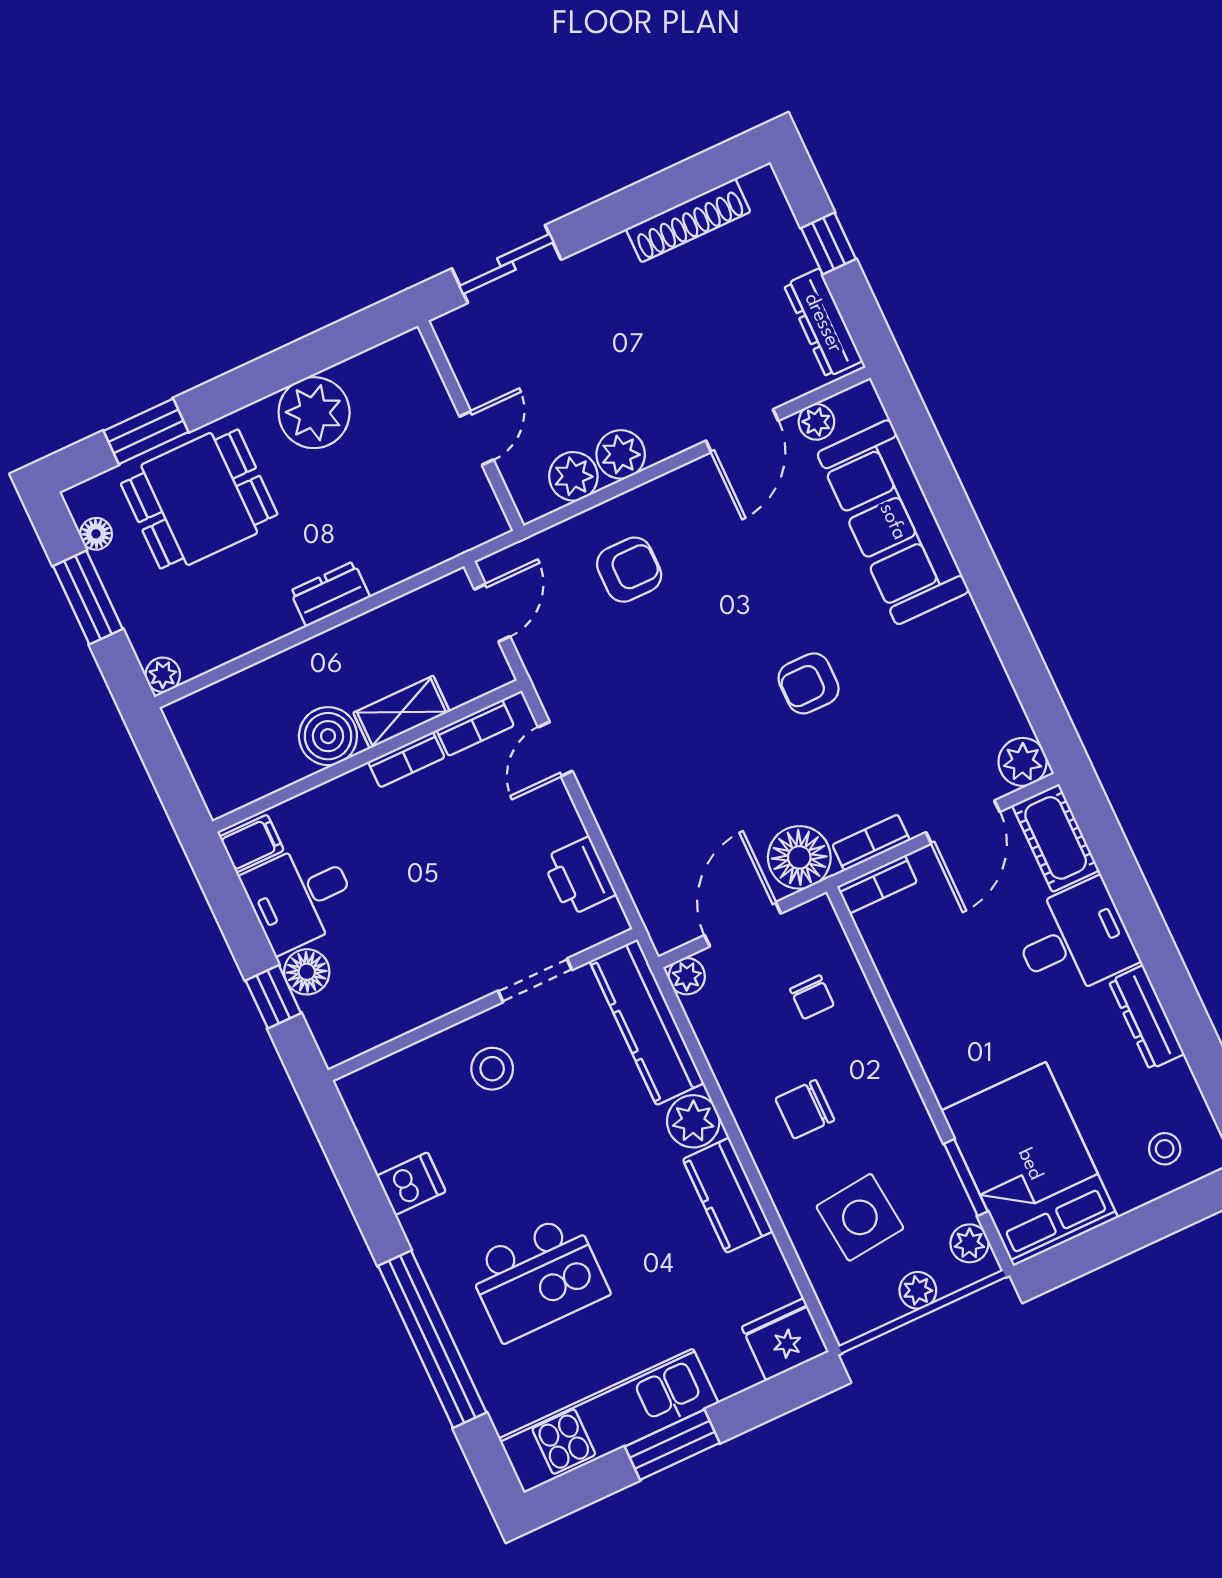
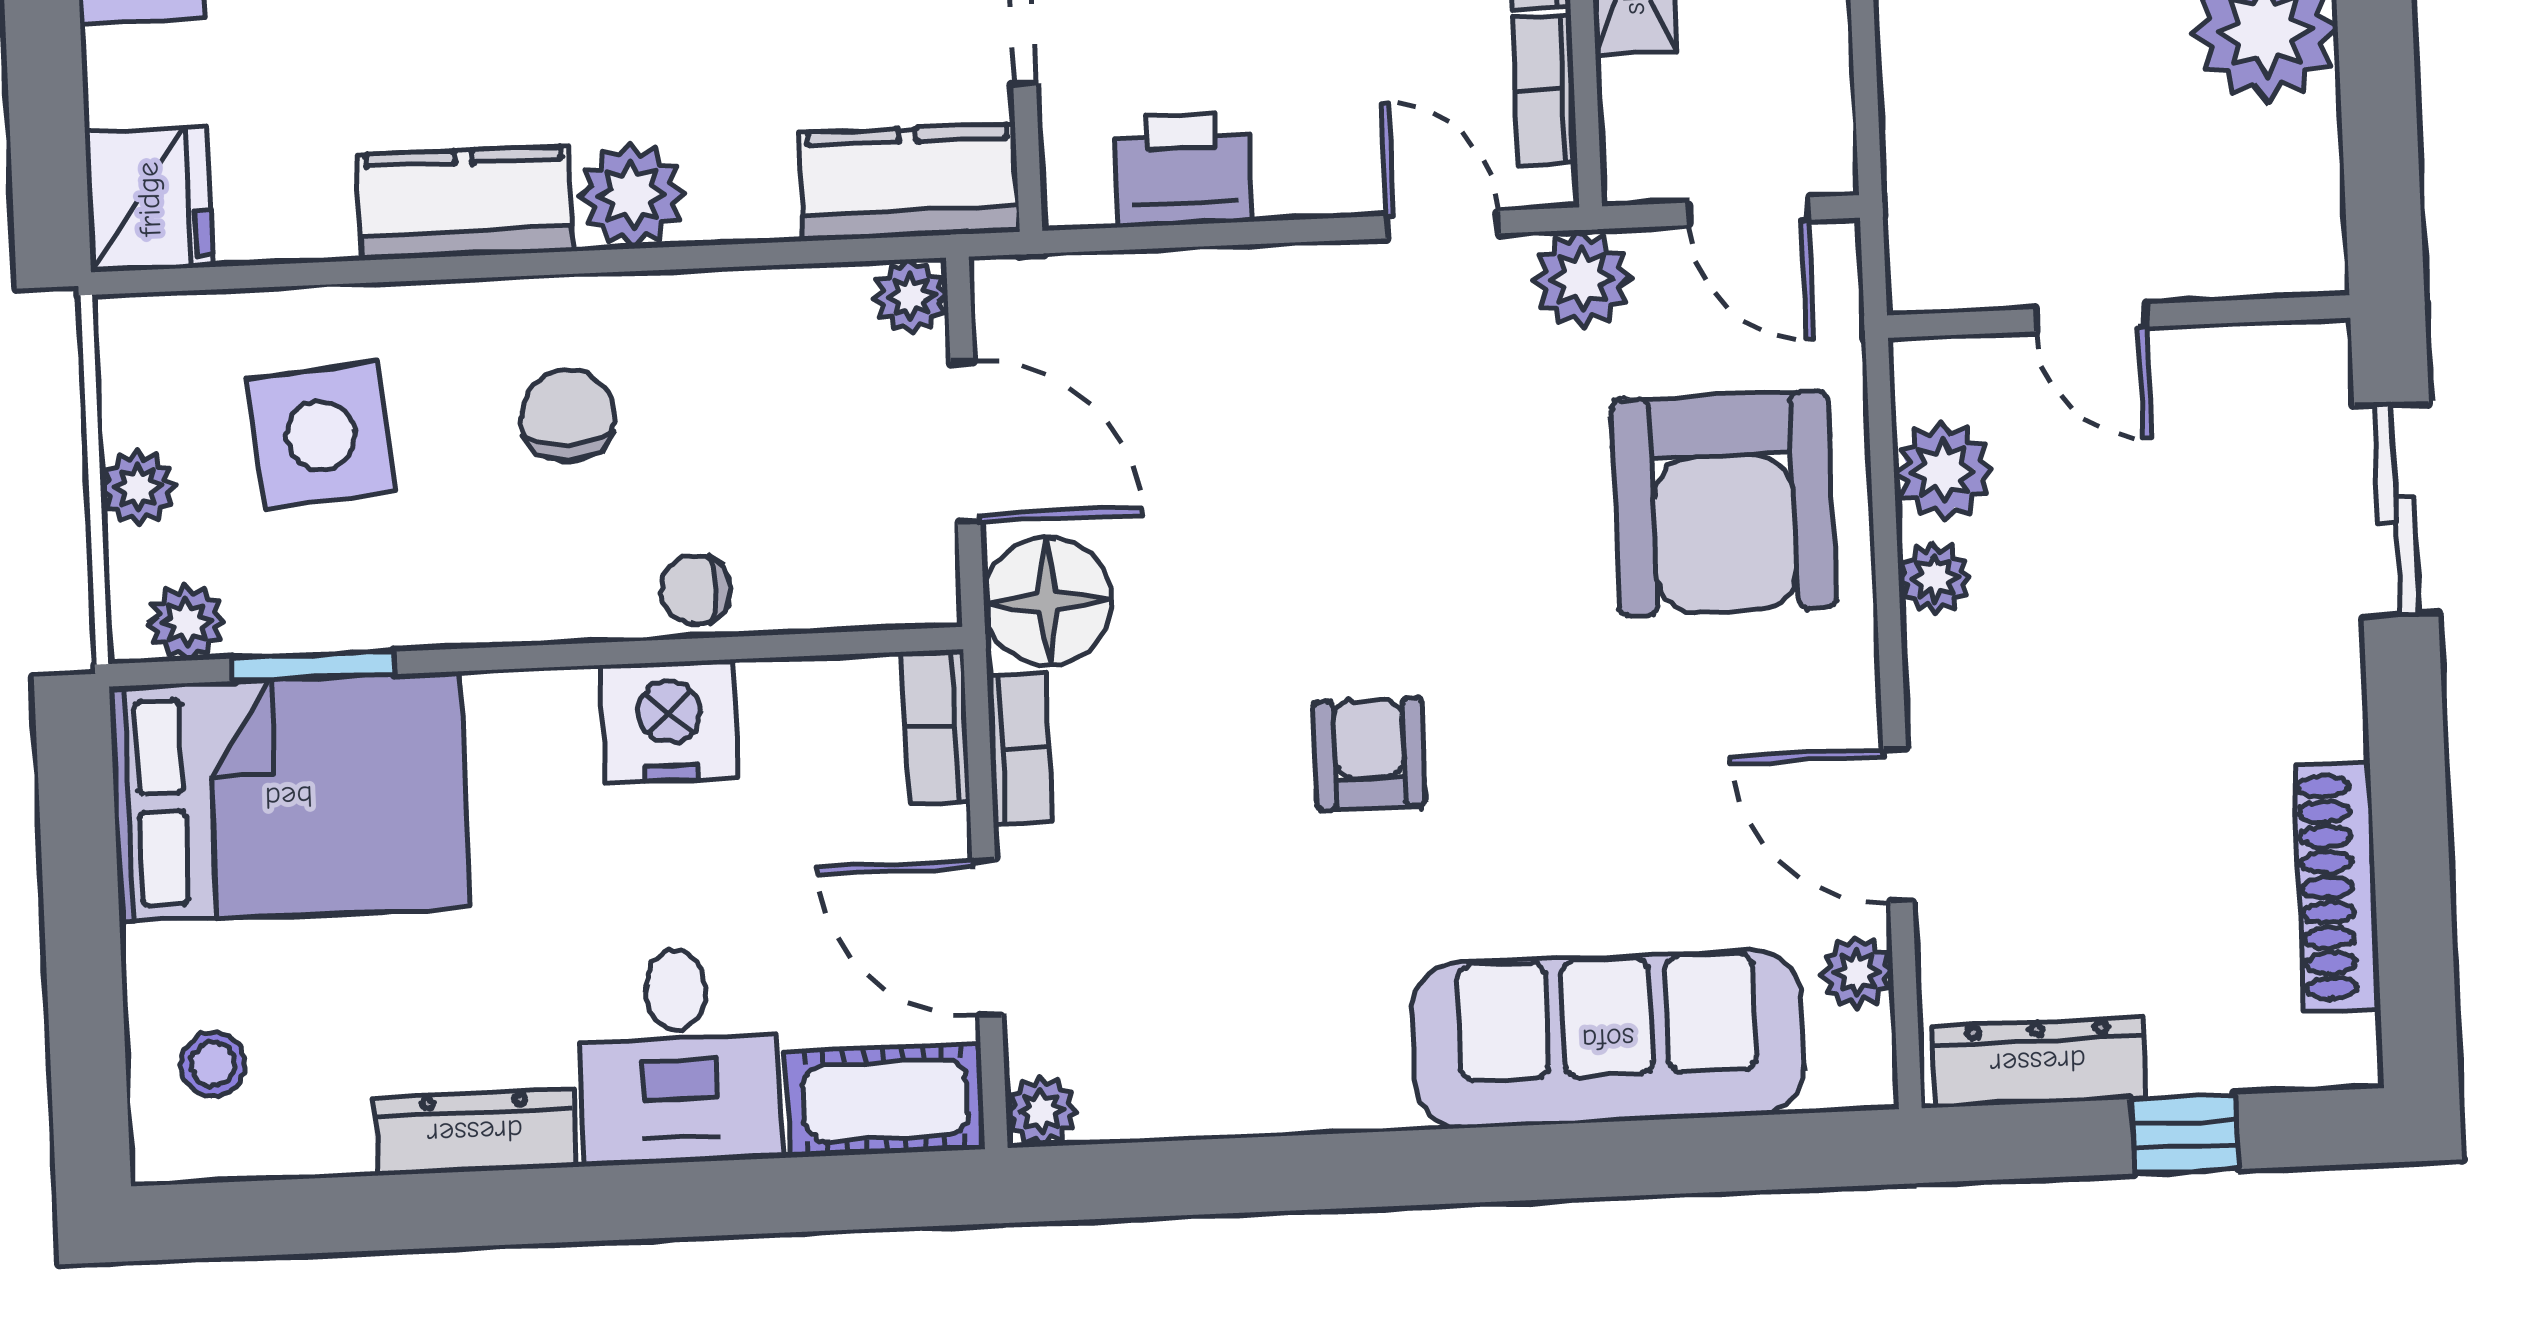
plant: (621, 454) -> (1934, 578), width x0.73, depth x0.73
armchair: (629, 570) -> (1724, 504), width x1.88, depth x1.88
plant: (554, 676) -> (1582, 279), added
plant: (1023, 762) -> (1042, 1111), width x0.73, depth x0.73
chair: (812, 997) -> (696, 590), moved
nightstand: (924, 1006) -> (669, 721), added
kitchen counter: (647, 1022) -> (909, 183), width x0.67

